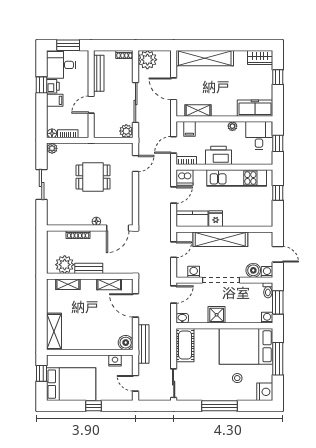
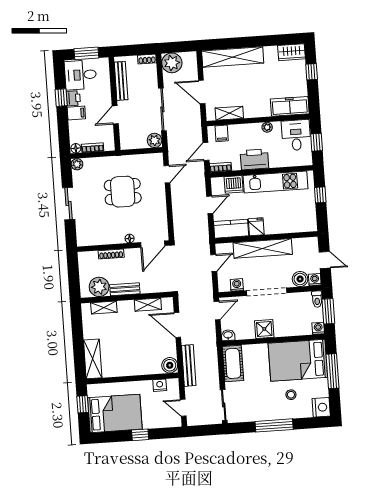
dishwasher: (185, 177) -> (234, 184), moved

